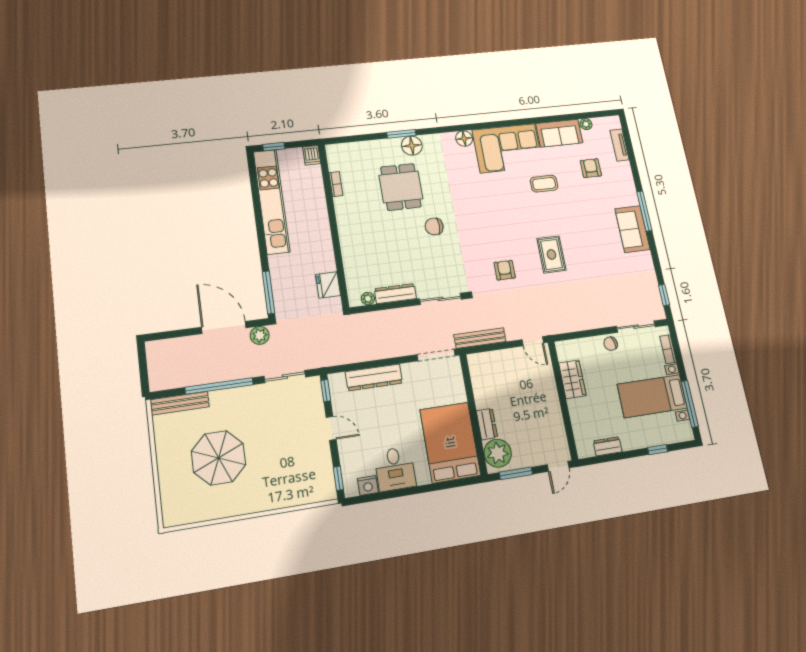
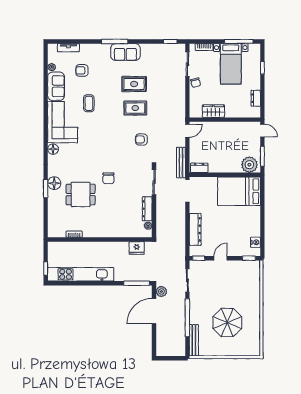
dishwasher: (312, 155) -> (54, 246), removed
rug: (588, 248) -> (134, 84), added
dresser: (487, 424) -> (199, 168), moved
desk: (395, 469) -> (249, 226), removed

